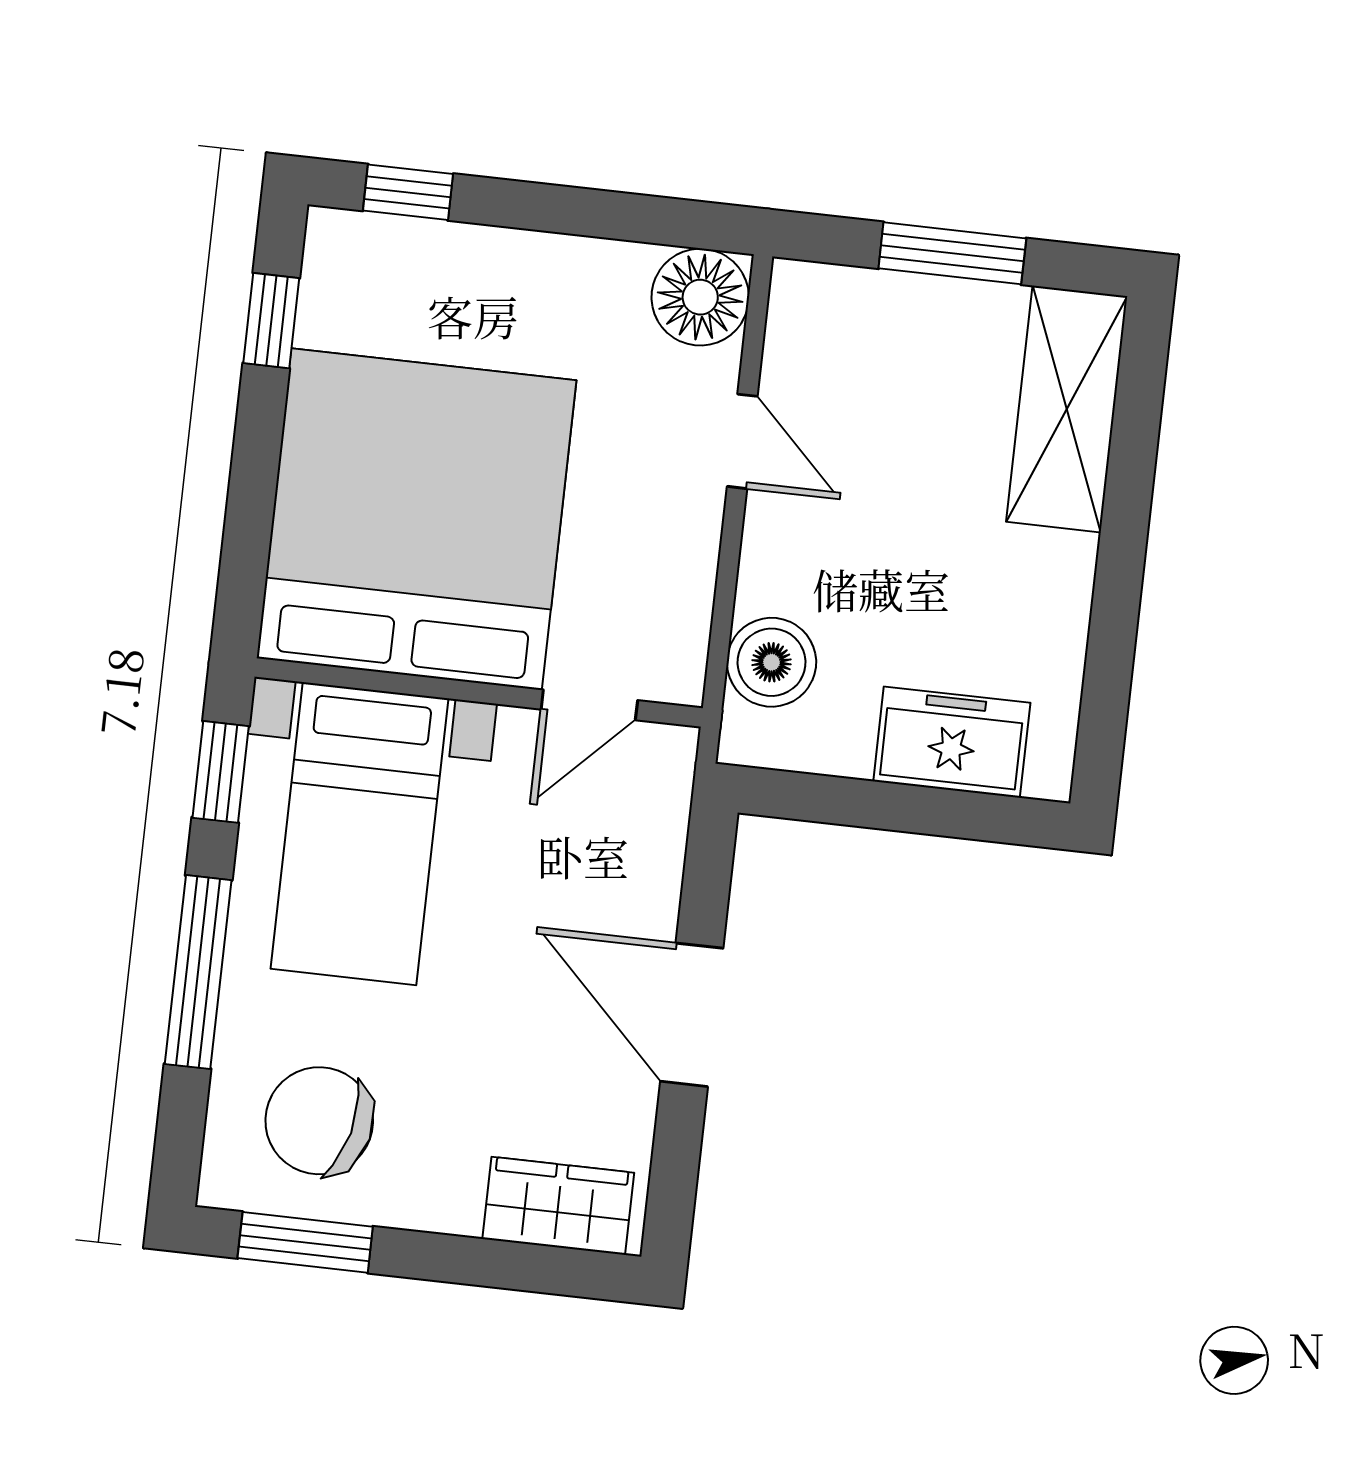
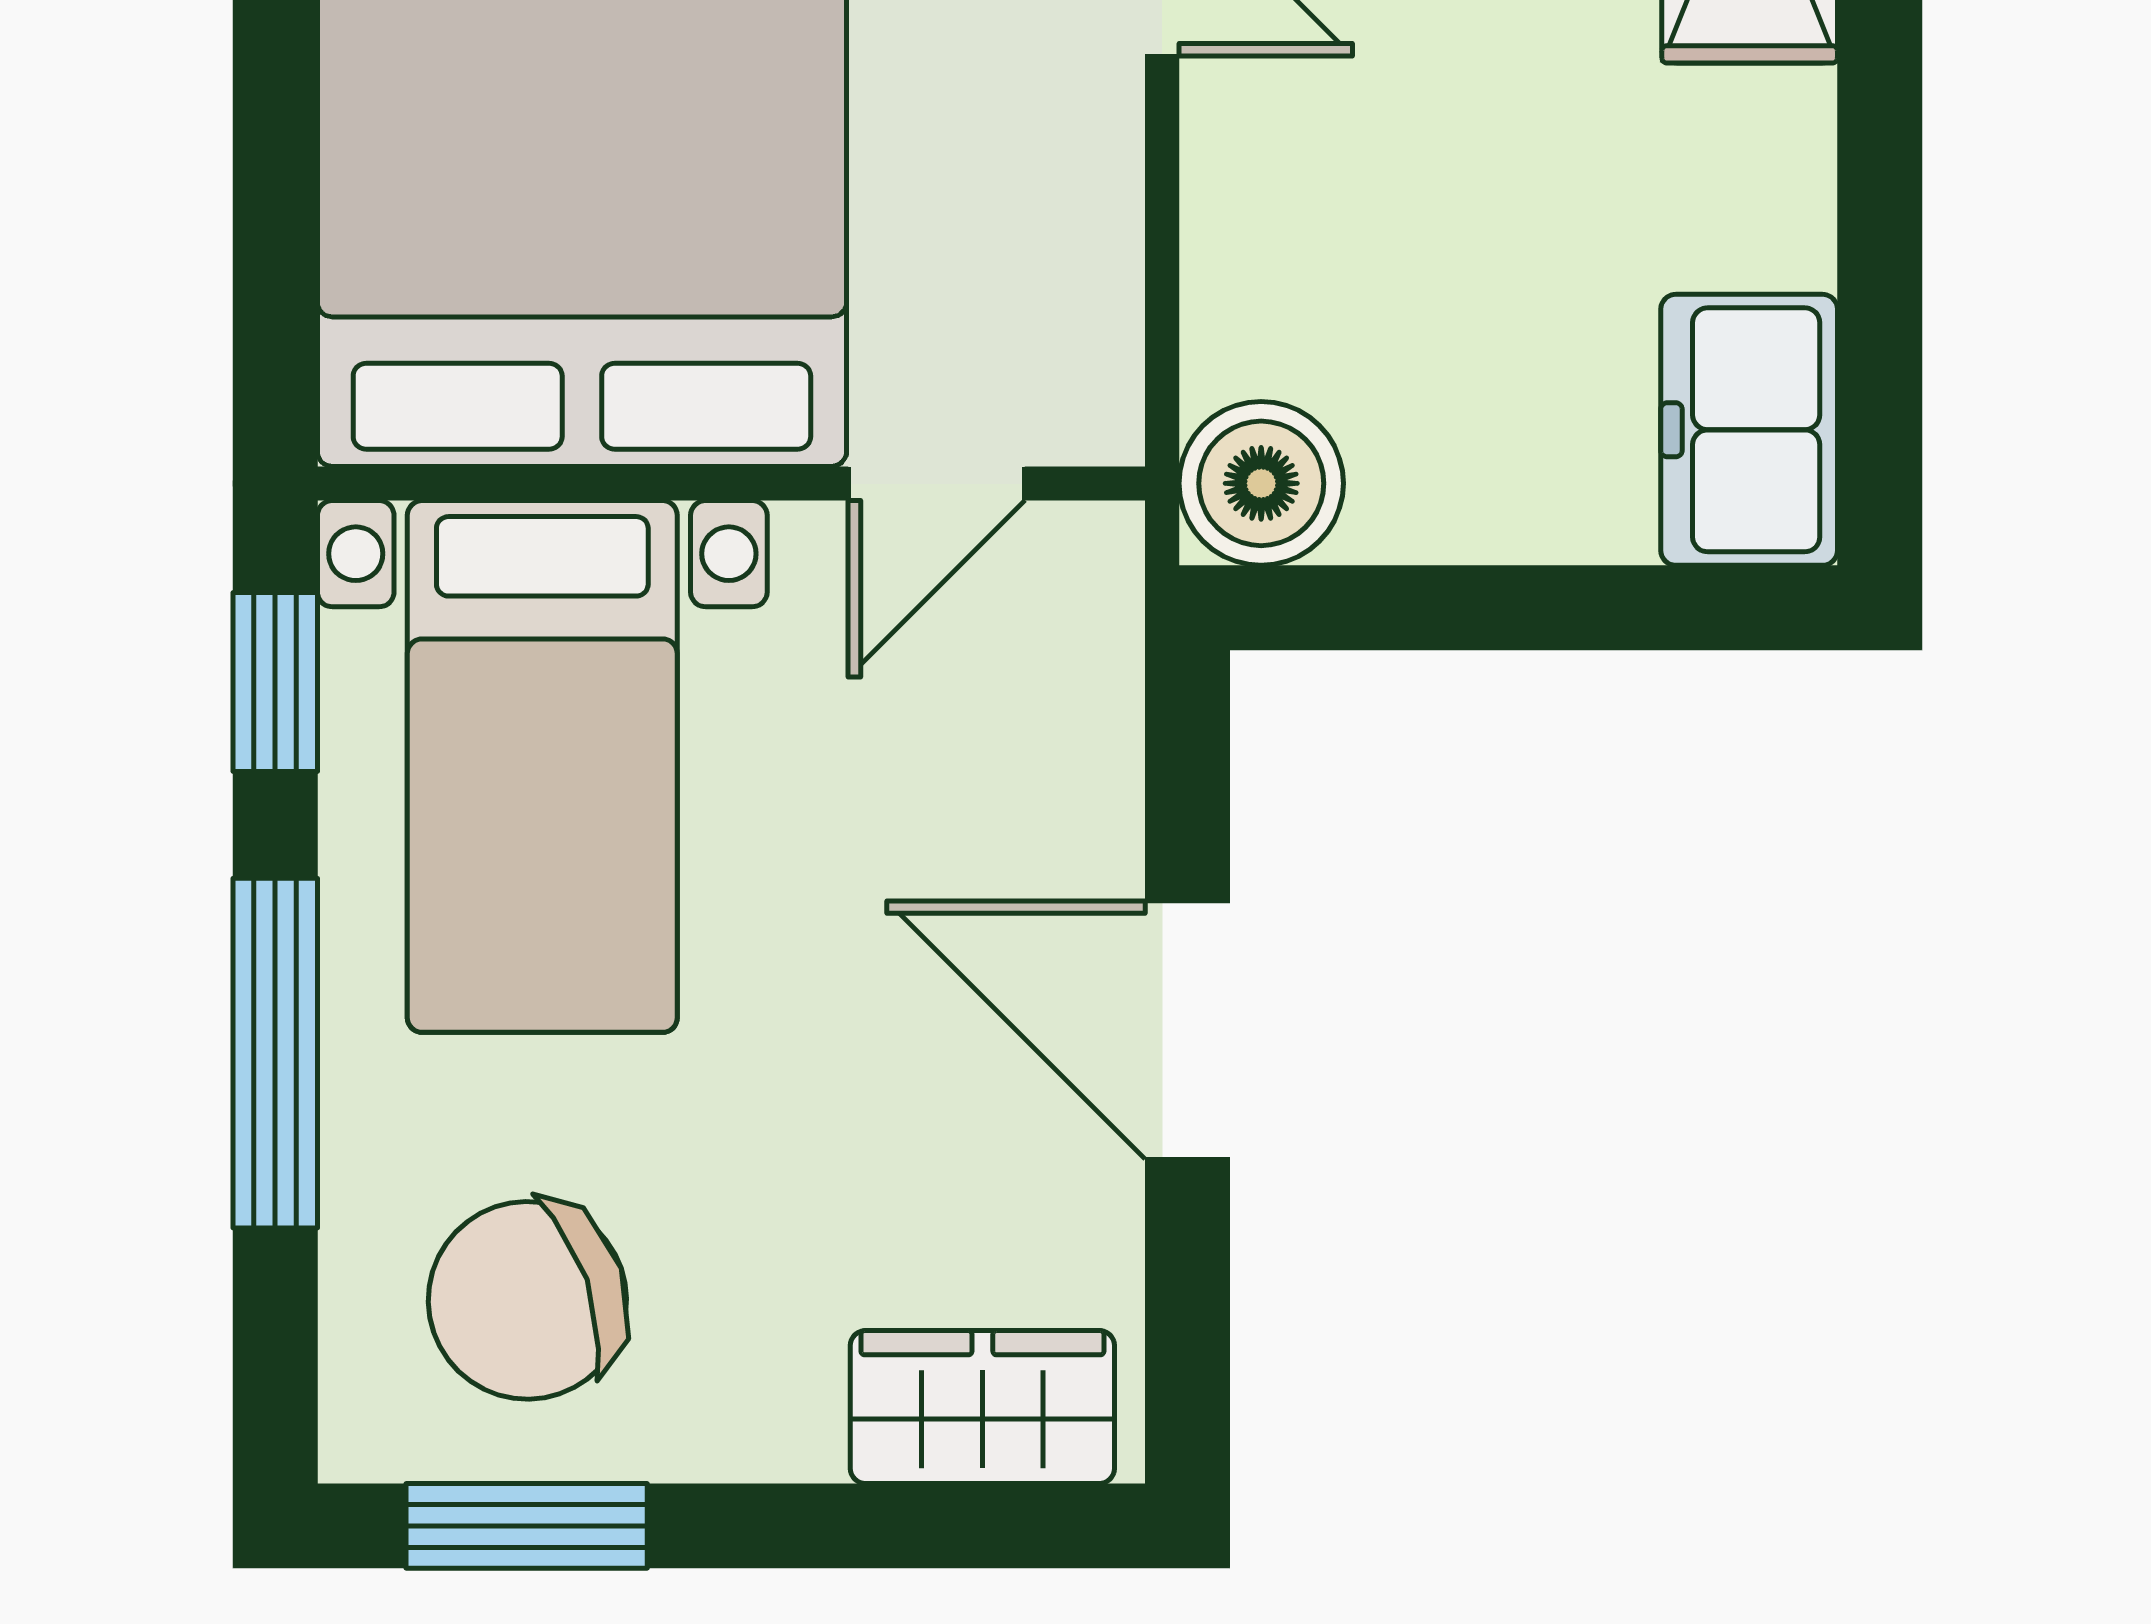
boiler: (772, 662) -> (1261, 483), moved
freezer: (952, 742) -> (1749, 430), moved, turned -90
chair: (319, 1121) -> (527, 1300), turned -33

